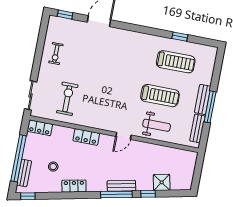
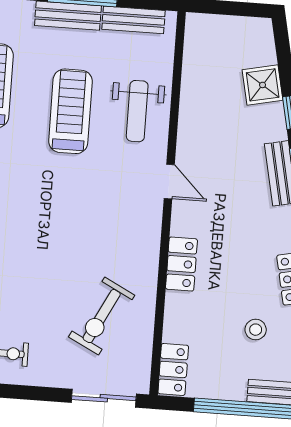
exercise bike: (67, 99) -> (102, 316), turned -63
weight bench: (157, 125) -> (137, 111), turned 180

